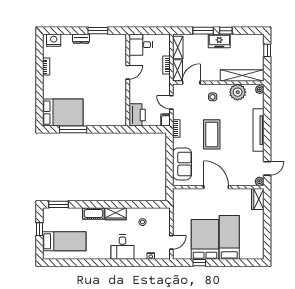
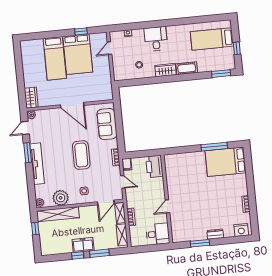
window: (267, 50) -> (35, 229), moved
window: (267, 143) -> (28, 153), added

